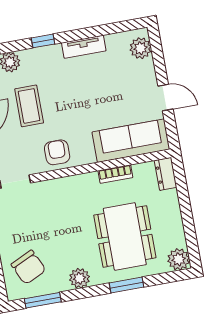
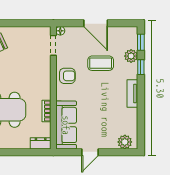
window: (43, 41) -> (141, 67), moved
tv unit: (84, 47) -> (132, 93), moved

